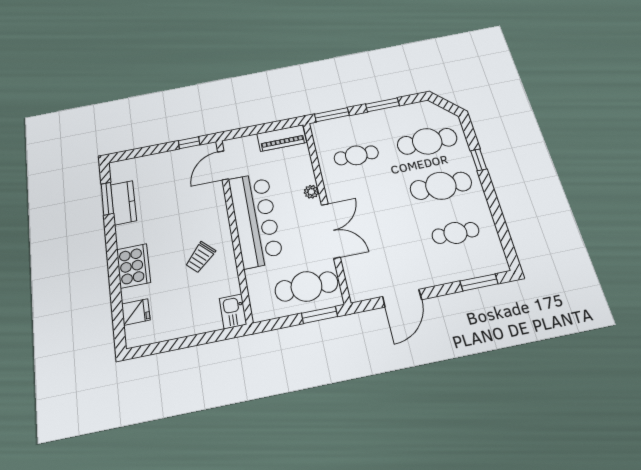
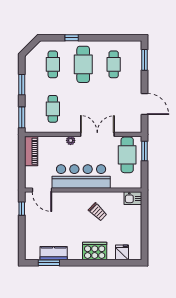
cafe table: (427, 141) -> (53, 64), width x0.73, depth x0.74

